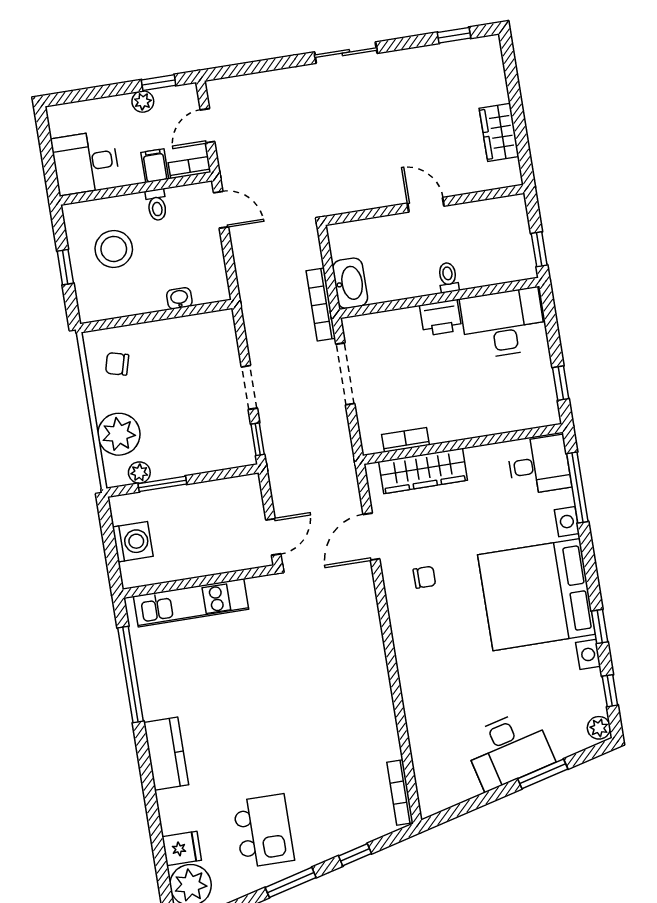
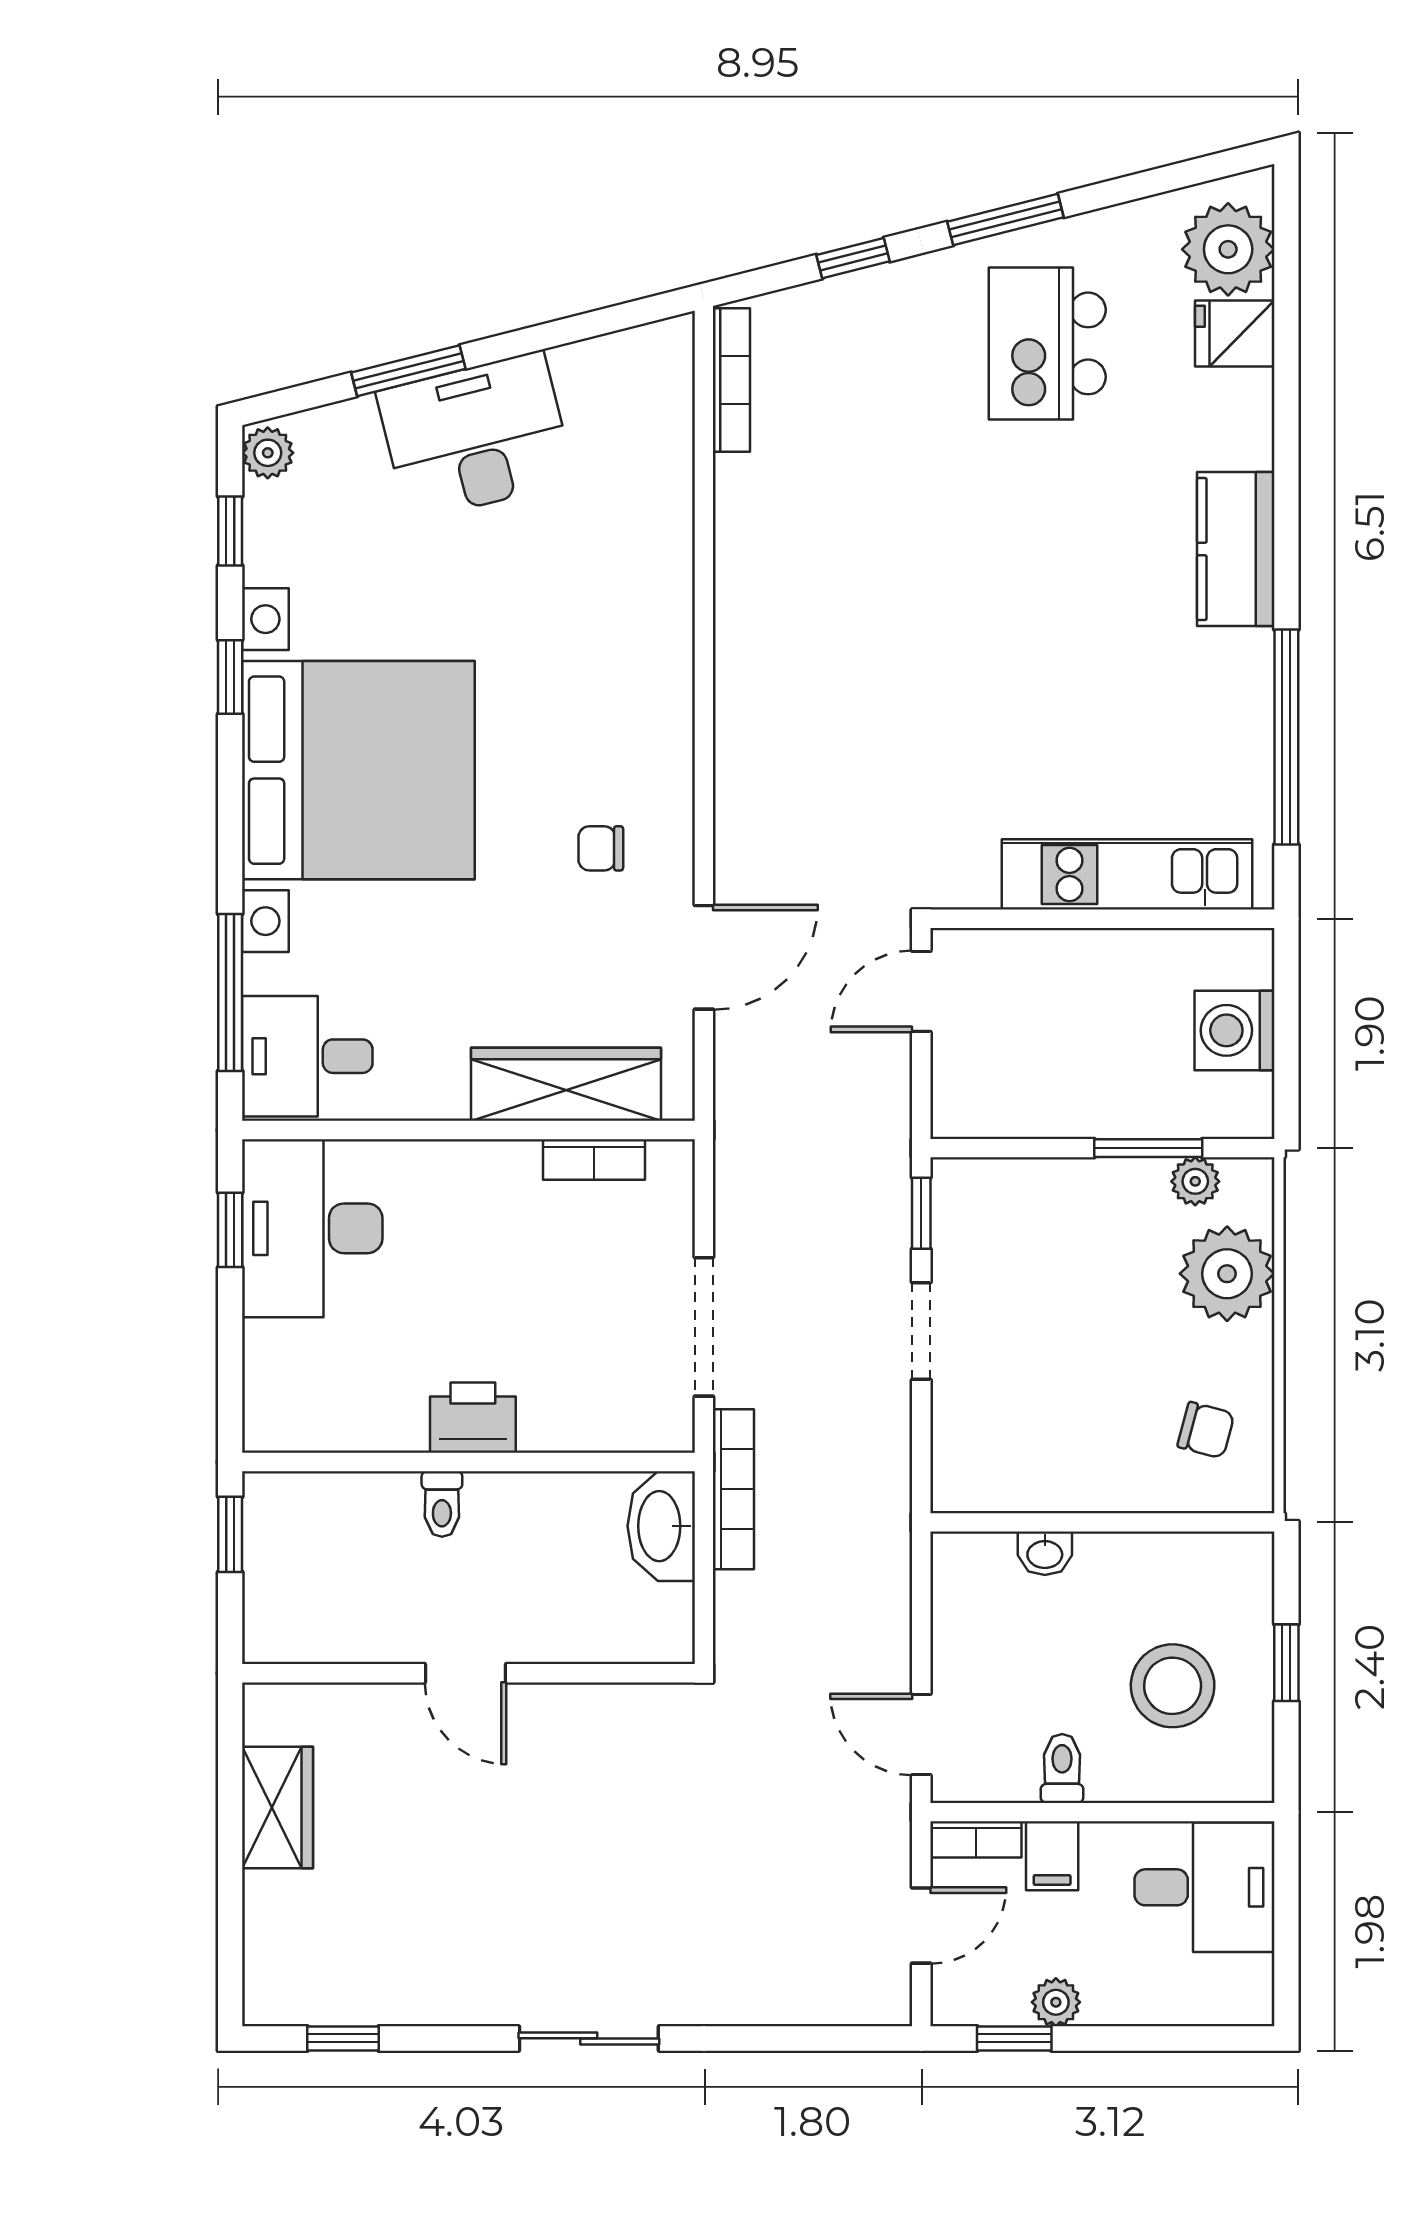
desk: (503, 323) -> (312, 1228), moved, turned 90

